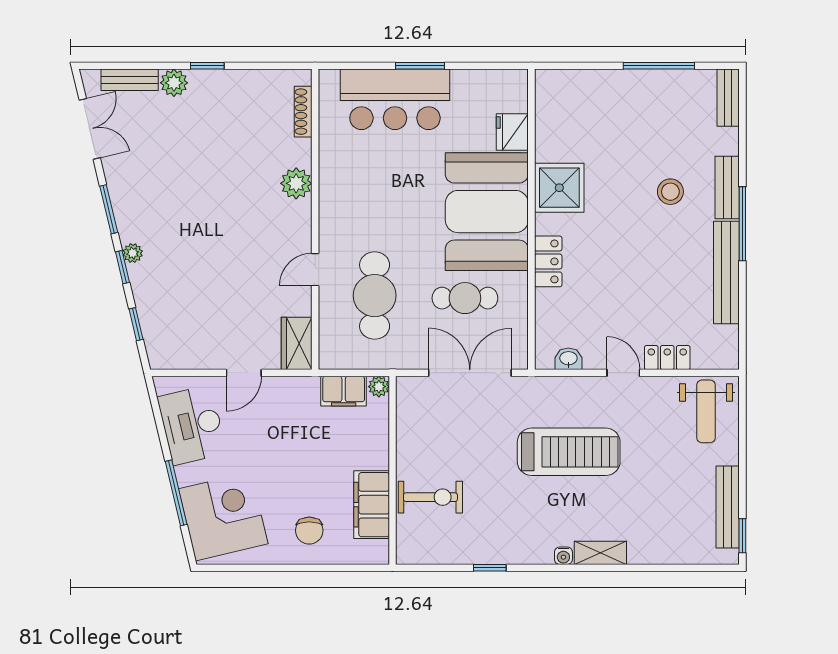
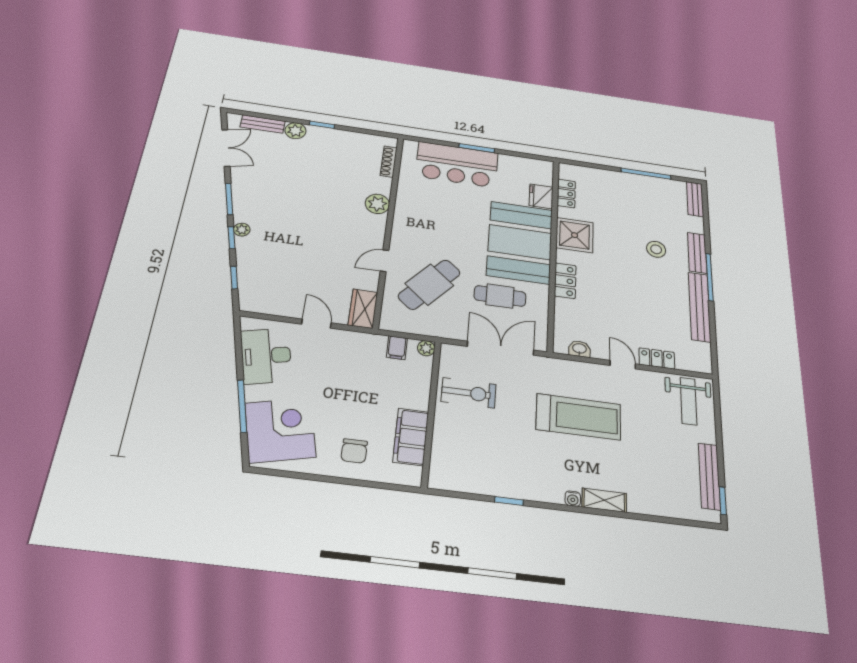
locker: (547, 121) -> (566, 193), added
cafe table: (375, 296) -> (429, 284), turned 41
door: (244, 373) -> (316, 324), swing flipped
filing cabinet: (344, 391) -> (397, 348), width x0.50
exercise bike: (430, 497) -> (469, 393), moved

